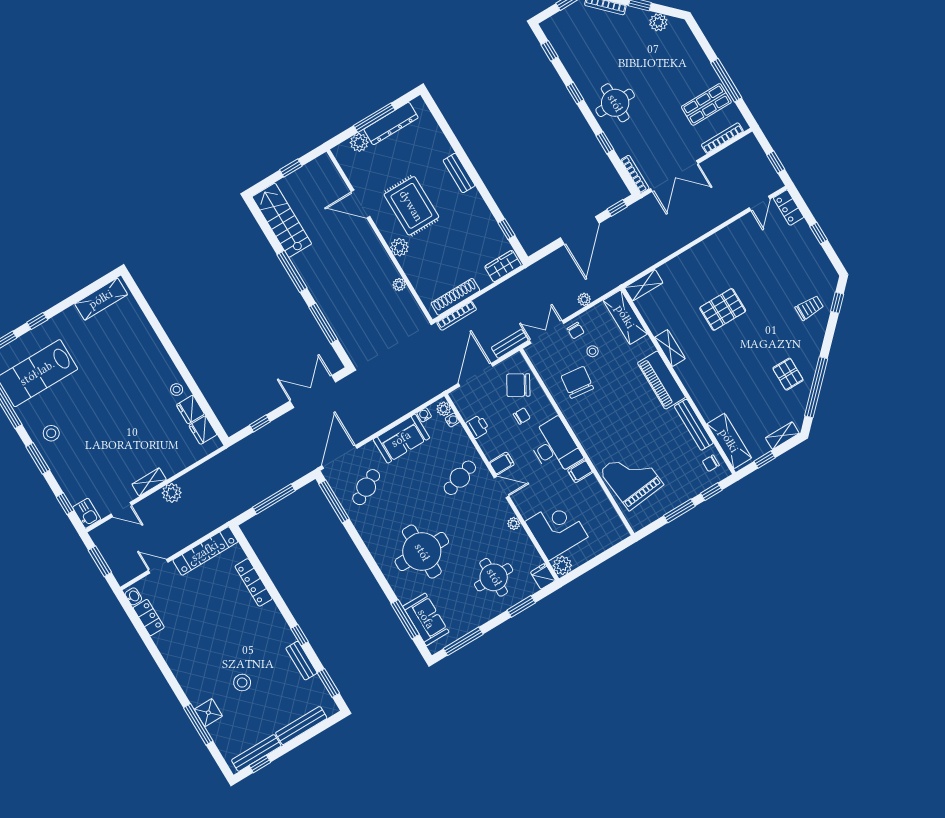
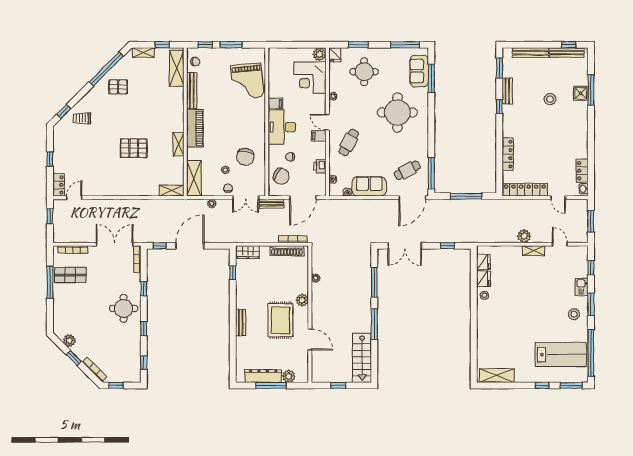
pallet: (788, 374) -> (118, 87), turned 90
plant: (444, 409) -> (334, 189), removed
cafe table: (460, 478) -> (349, 142), turned -44
kitchen sink: (87, 513) -> (582, 287), moved

